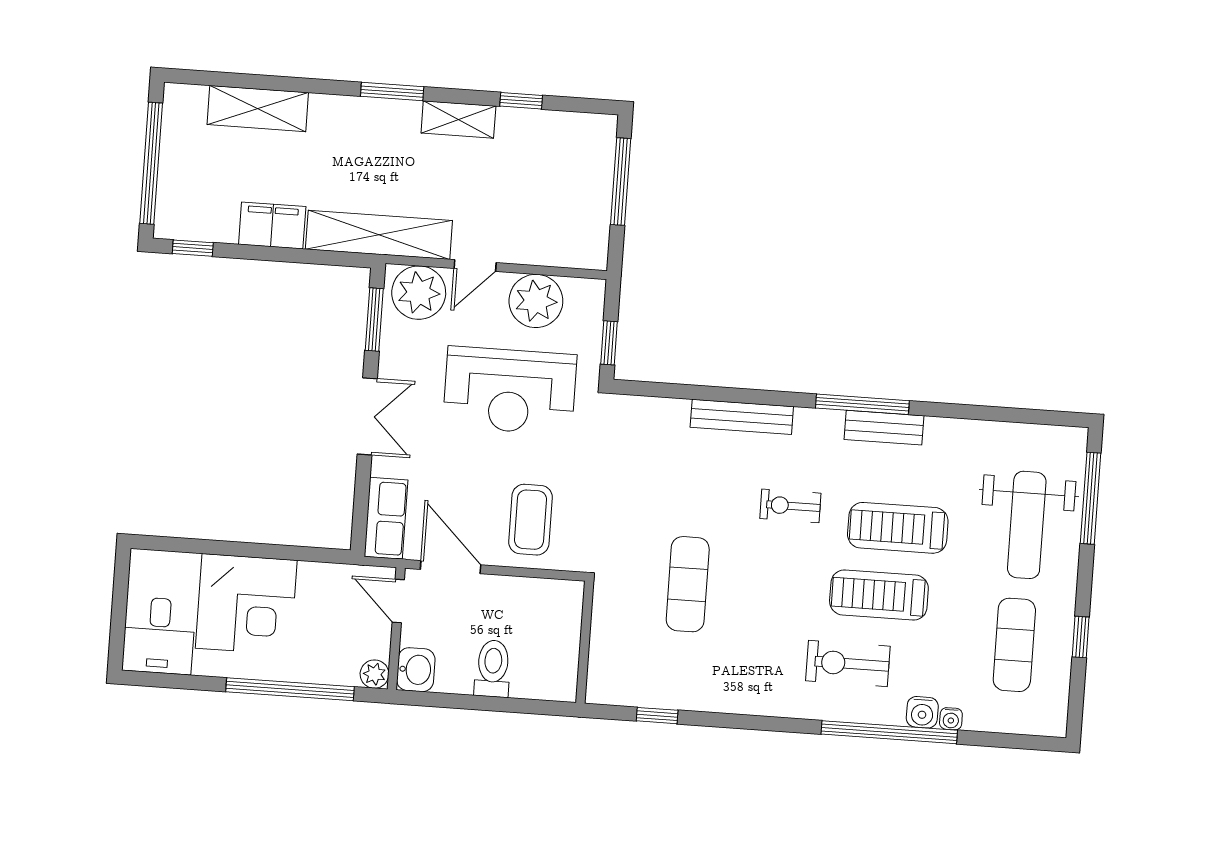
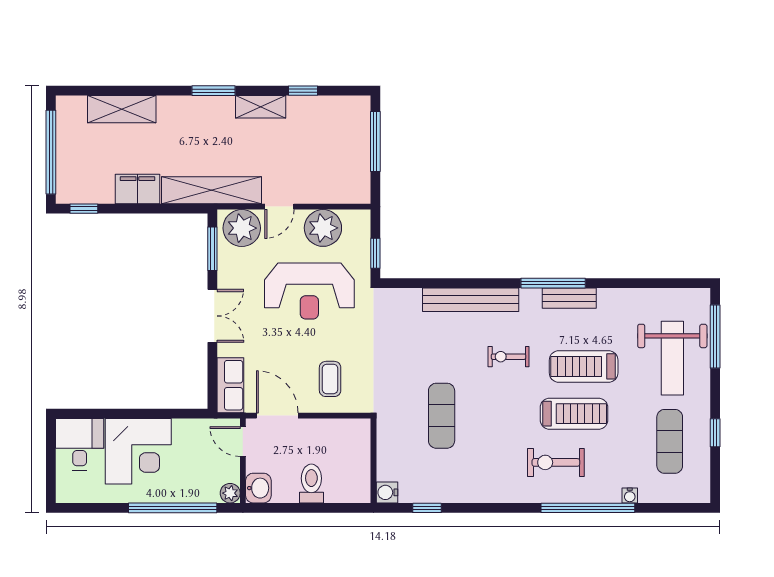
bench: (742, 417) -> (471, 300), width x1.37, depth x1.21
coffee table: (530, 520) -> (330, 379), width x0.73, depth x0.77
treadmill: (879, 595) -> (574, 414), turned 180
desk: (159, 636) -> (80, 444), moved, turned 180
water cooler: (922, 712) -> (387, 492), moved, turned 90

